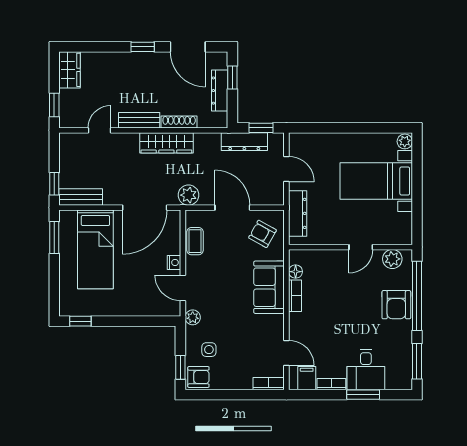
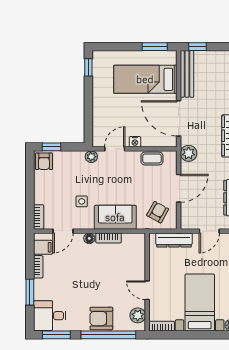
bench: (81, 197) -> (187, 74), width x1.36
bookcase: (406, 229) -> (162, 326), added
floor lamp: (296, 272) -> (89, 238), moved
side table: (209, 350) -> (82, 201), moved
desk: (366, 370) -> (50, 316), moved

